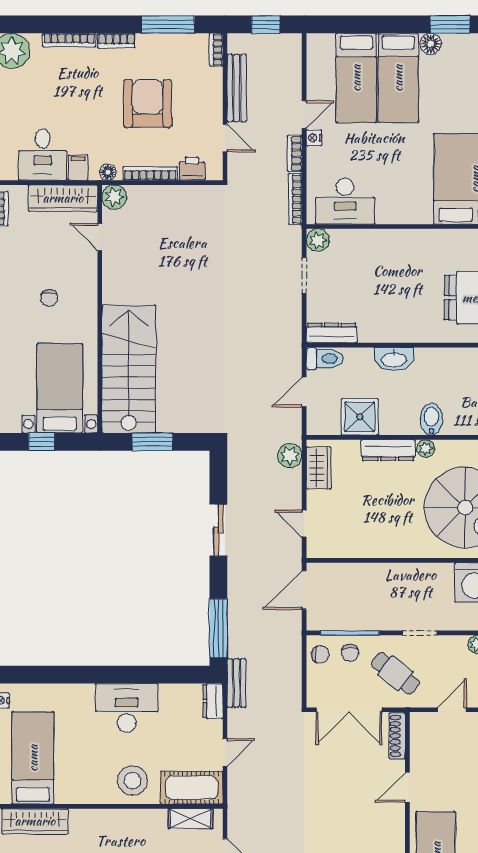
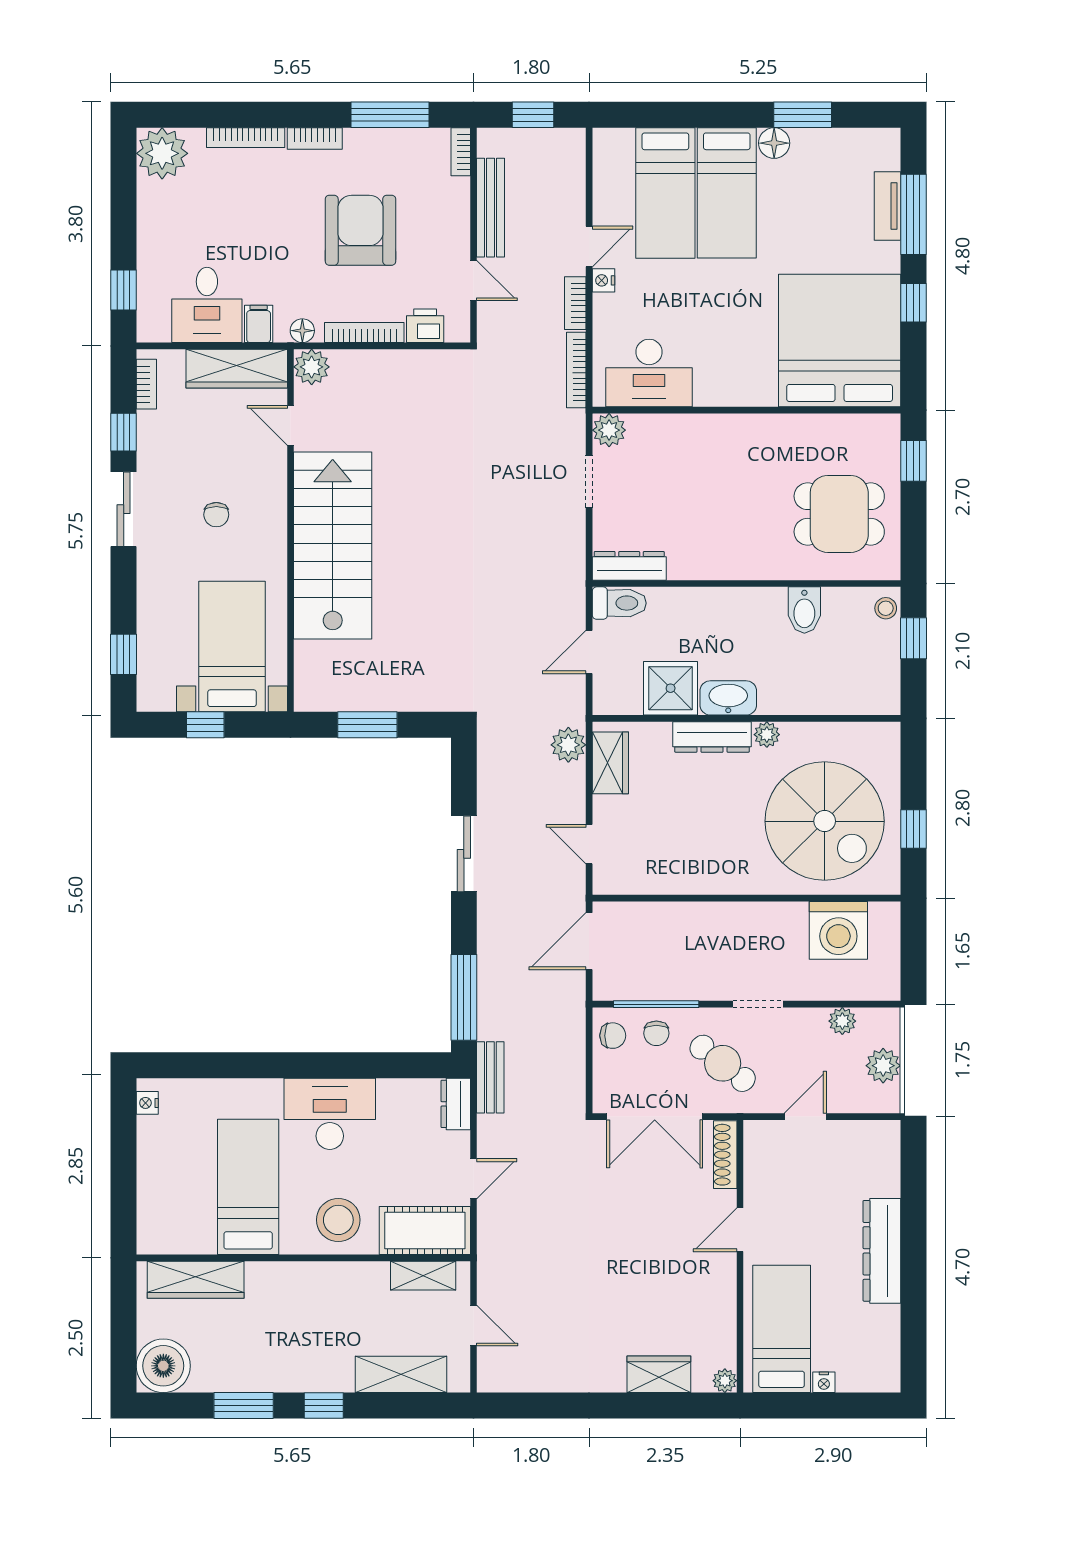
washbasin: (394, 359) -> (728, 698), moved, turned 180
stairs: (129, 369) -> (333, 546), moved
bidet: (431, 419) -> (804, 610), moved, turned 180
bed: (33, 758) -> (248, 1187), moved

